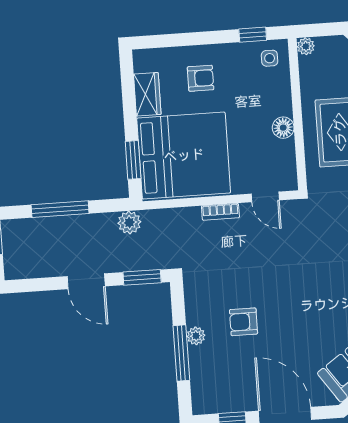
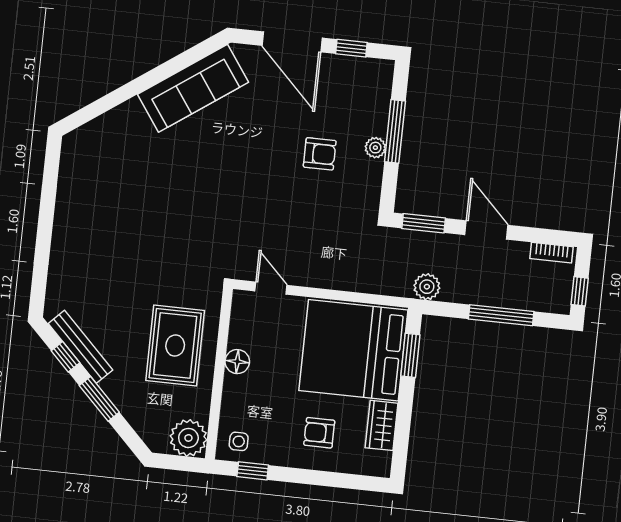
plant: (306, 46) -> (188, 438), width x1.87, depth x1.87
bookcase: (220, 212) -> (552, 253), moved, turned 180

